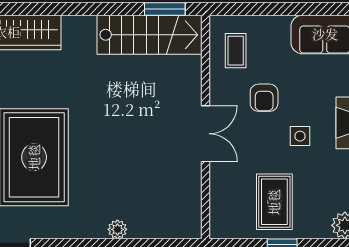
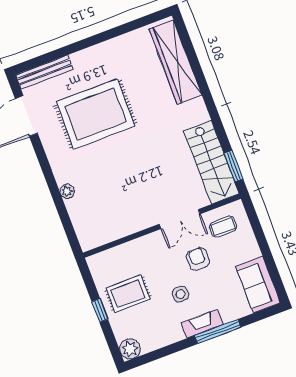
armchair: (264, 98) -> (198, 259), turned 90
double door: (206, 134) -> (180, 219), moved

